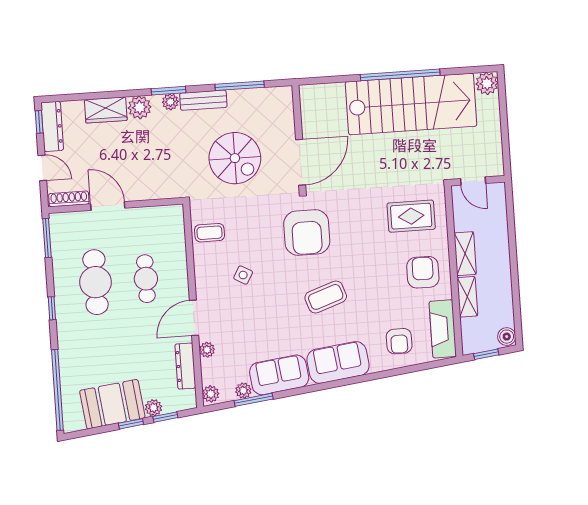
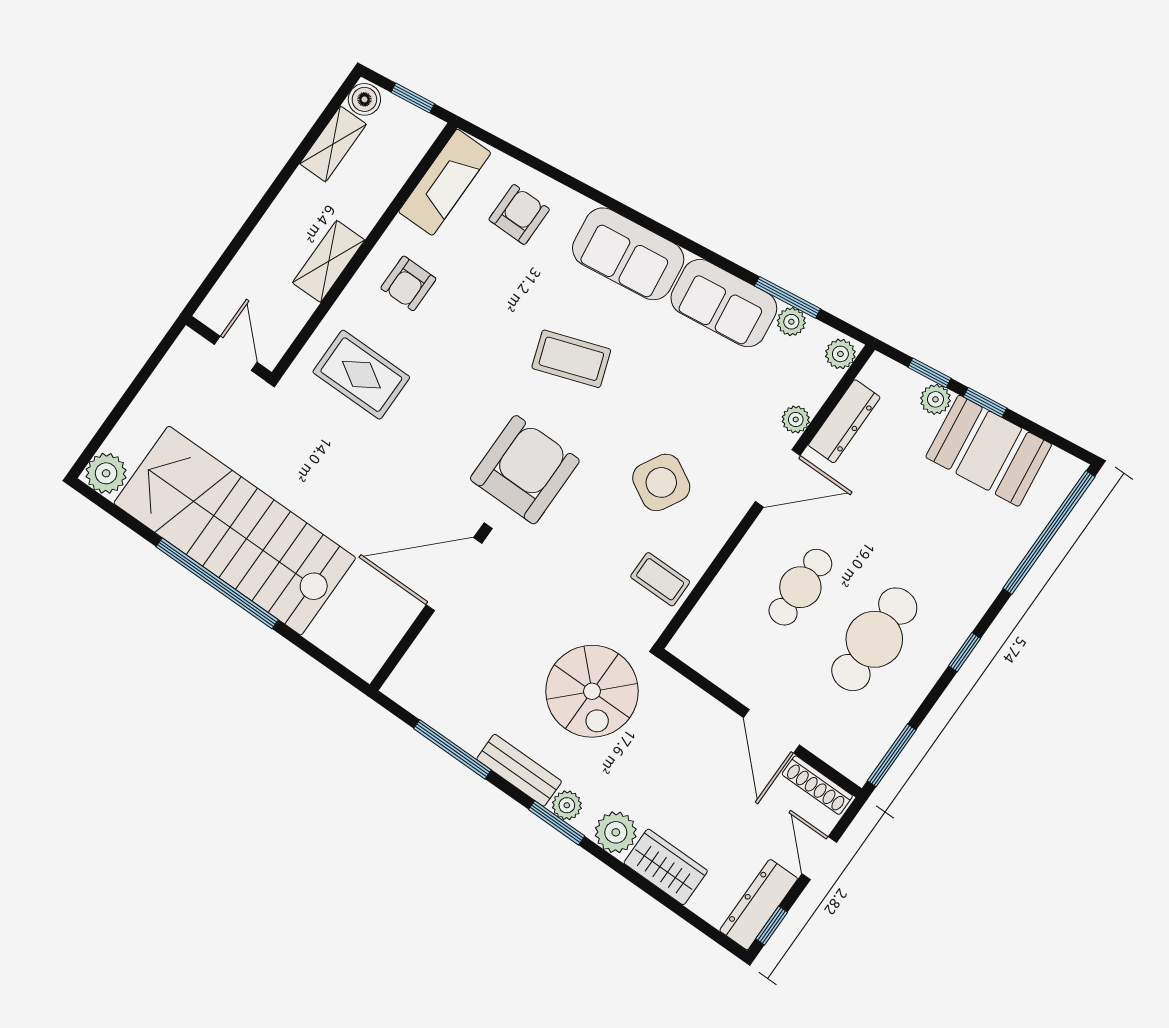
spiral stairs: (235, 158) -> (592, 691), moved, turned 180
armchair: (423, 272) -> (408, 283), width x0.72, depth x0.72
side table: (243, 275) -> (661, 482), width x1.87, depth x1.87
shelving: (467, 297) -> (333, 144), moved

